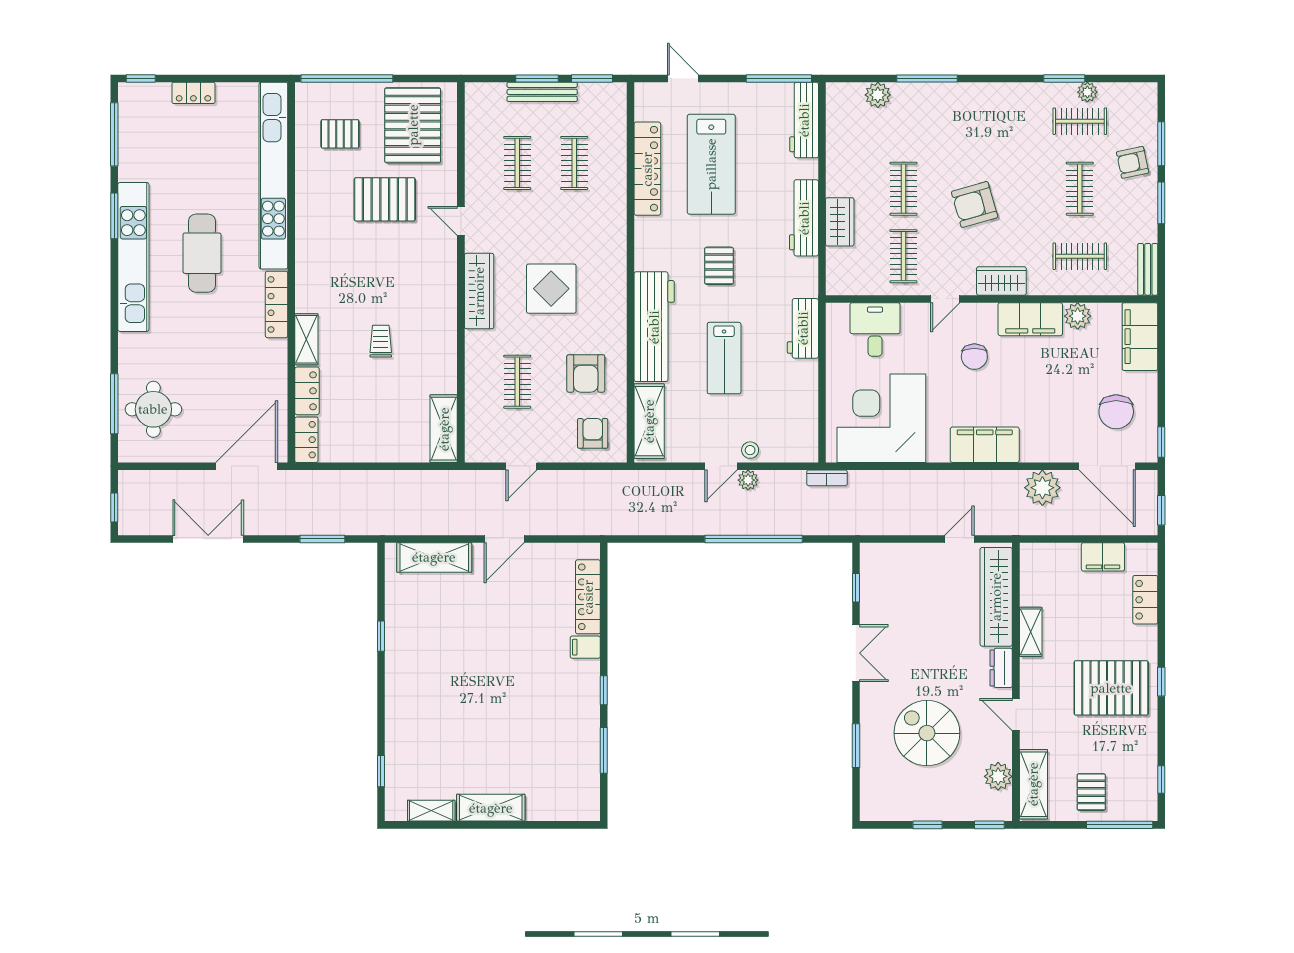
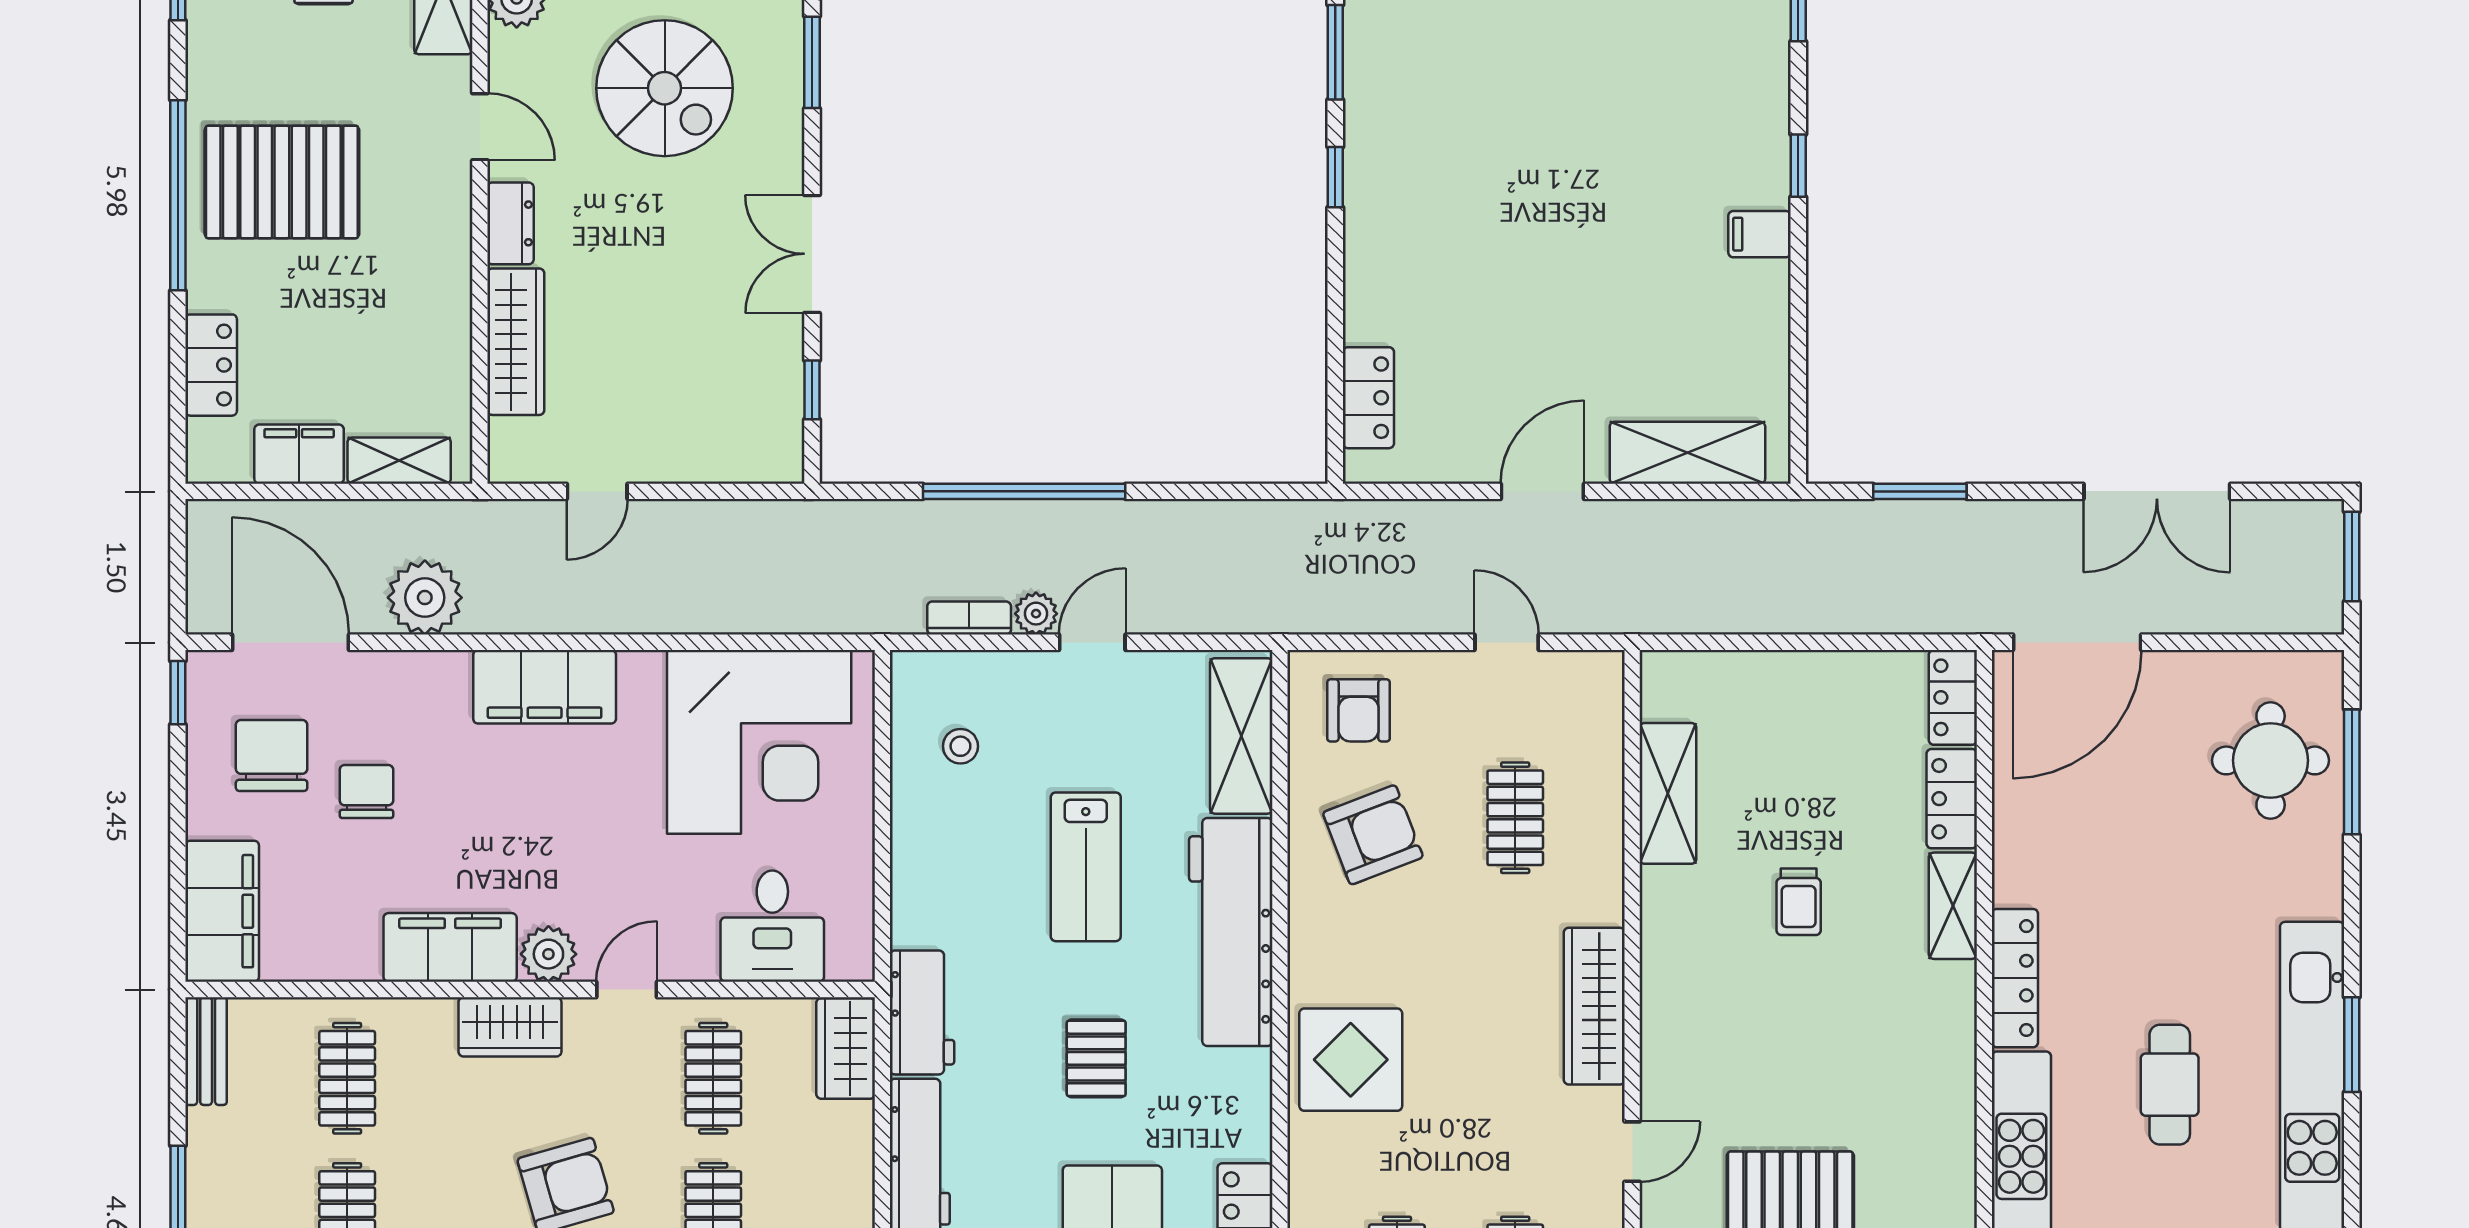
window: (114, 216) -> (2352, 1045), moved
door: (461, 221) -> (1632, 1152), hinge flipped
wardrobe: (840, 222) -> (846, 1048), moved
cafe table: (202, 253) -> (2170, 1085), width x0.73, depth x0.74
clothes rail: (1080, 256) -> (347, 1078), turned 90
display table: (551, 289) -> (1351, 1060), moved
plant: (1078, 316) -> (548, 954), moved
workbench: (803, 328) -> (922, 1012), moved
chair: (974, 357) -> (366, 792), moved
lab bench: (724, 358) -> (1086, 867), turned 180
armchair: (586, 373) -> (1373, 835), turned 69
shelving: (444, 429) -> (1668, 793), moved
stool: (750, 450) -> (960, 746), moved
door: (521, 466) -> (1507, 642), hinge flipped
bookcase: (827, 478) -> (969, 618), moved
window: (114, 508) -> (2352, 556), width x1.50
window: (1161, 510) -> (178, 551), removed
locker: (588, 597) -> (1368, 398), width x0.66
wardrobe: (996, 597) -> (516, 342), width x0.71, depth x0.85
shelving: (1031, 632) -> (399, 461), moved, turned 90
window: (381, 636) -> (1798, 166), moved
filing cabinet: (585, 647) -> (1760, 234), moved, turned 180
window: (1161, 682) -> (178, 195), width x3.17

